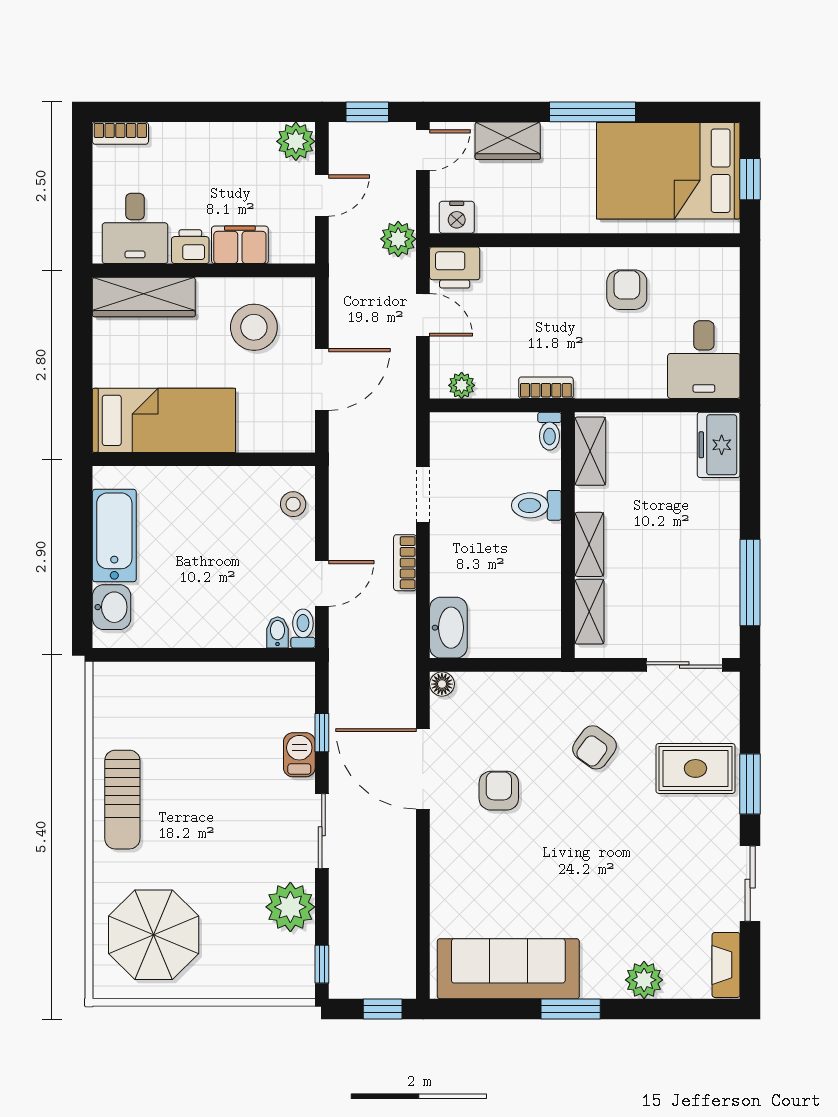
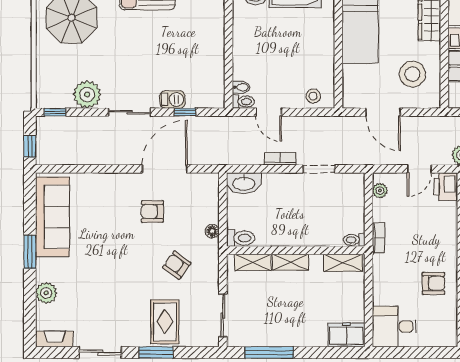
toilet: (536, 505) -> (241, 238), moved, turned 90
floor lamp: (442, 684) -> (212, 231), moved
armchair: (499, 791) -> (152, 211), turned 180

